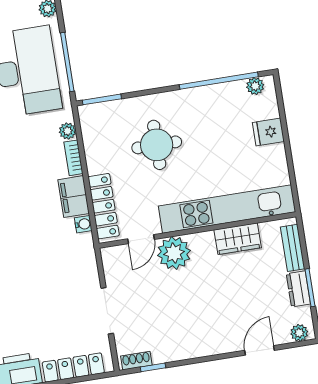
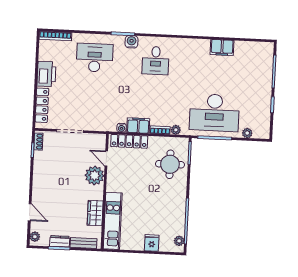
round table: (157, 145) -> (170, 164), moved
kitchen unit: (227, 209) -> (113, 221), width x0.73

